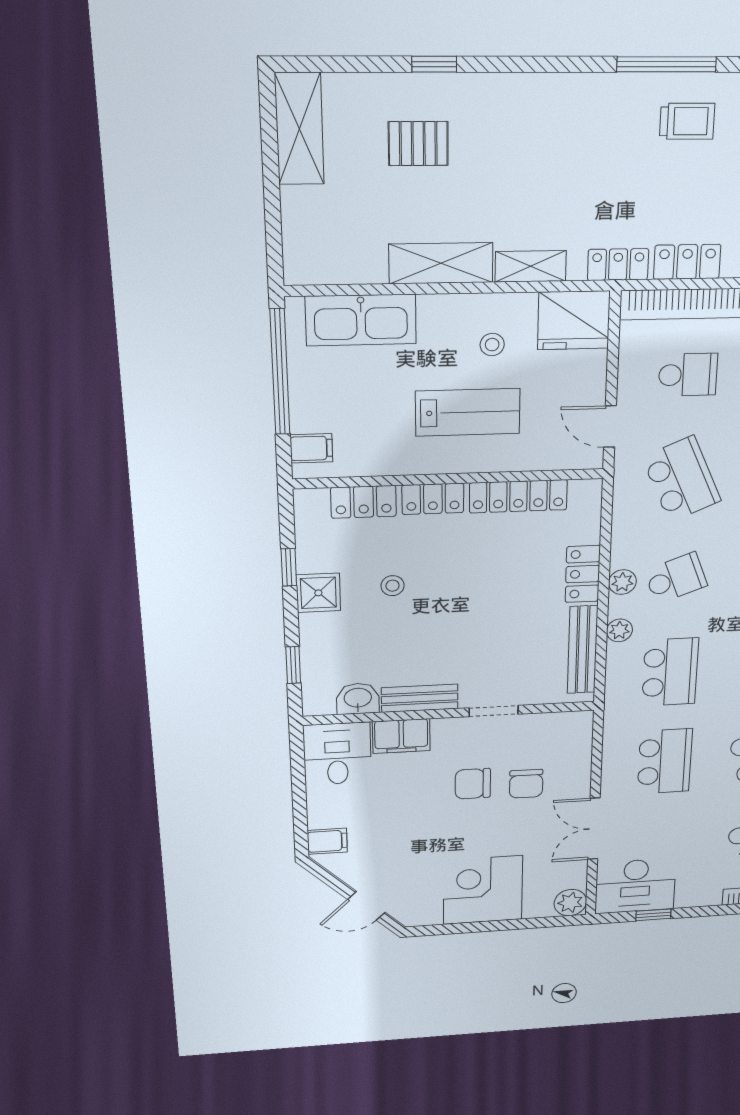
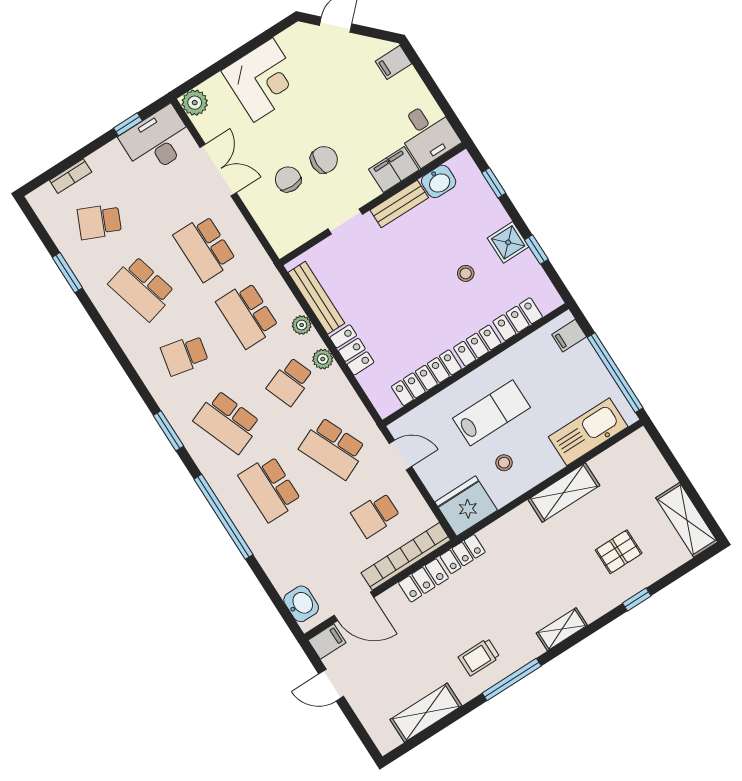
shelving: (531, 266) -> (562, 629), moved
lab bench: (468, 412) -> (492, 413), turned 180

